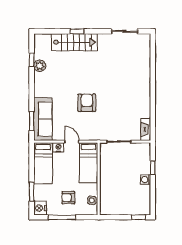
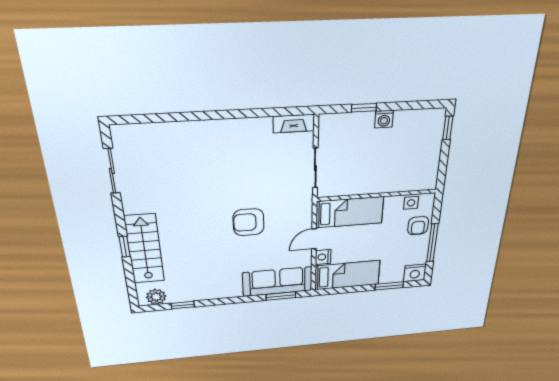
plant: (40, 66) -> (156, 297), moved
armchair: (68, 198) -> (418, 226), moved

